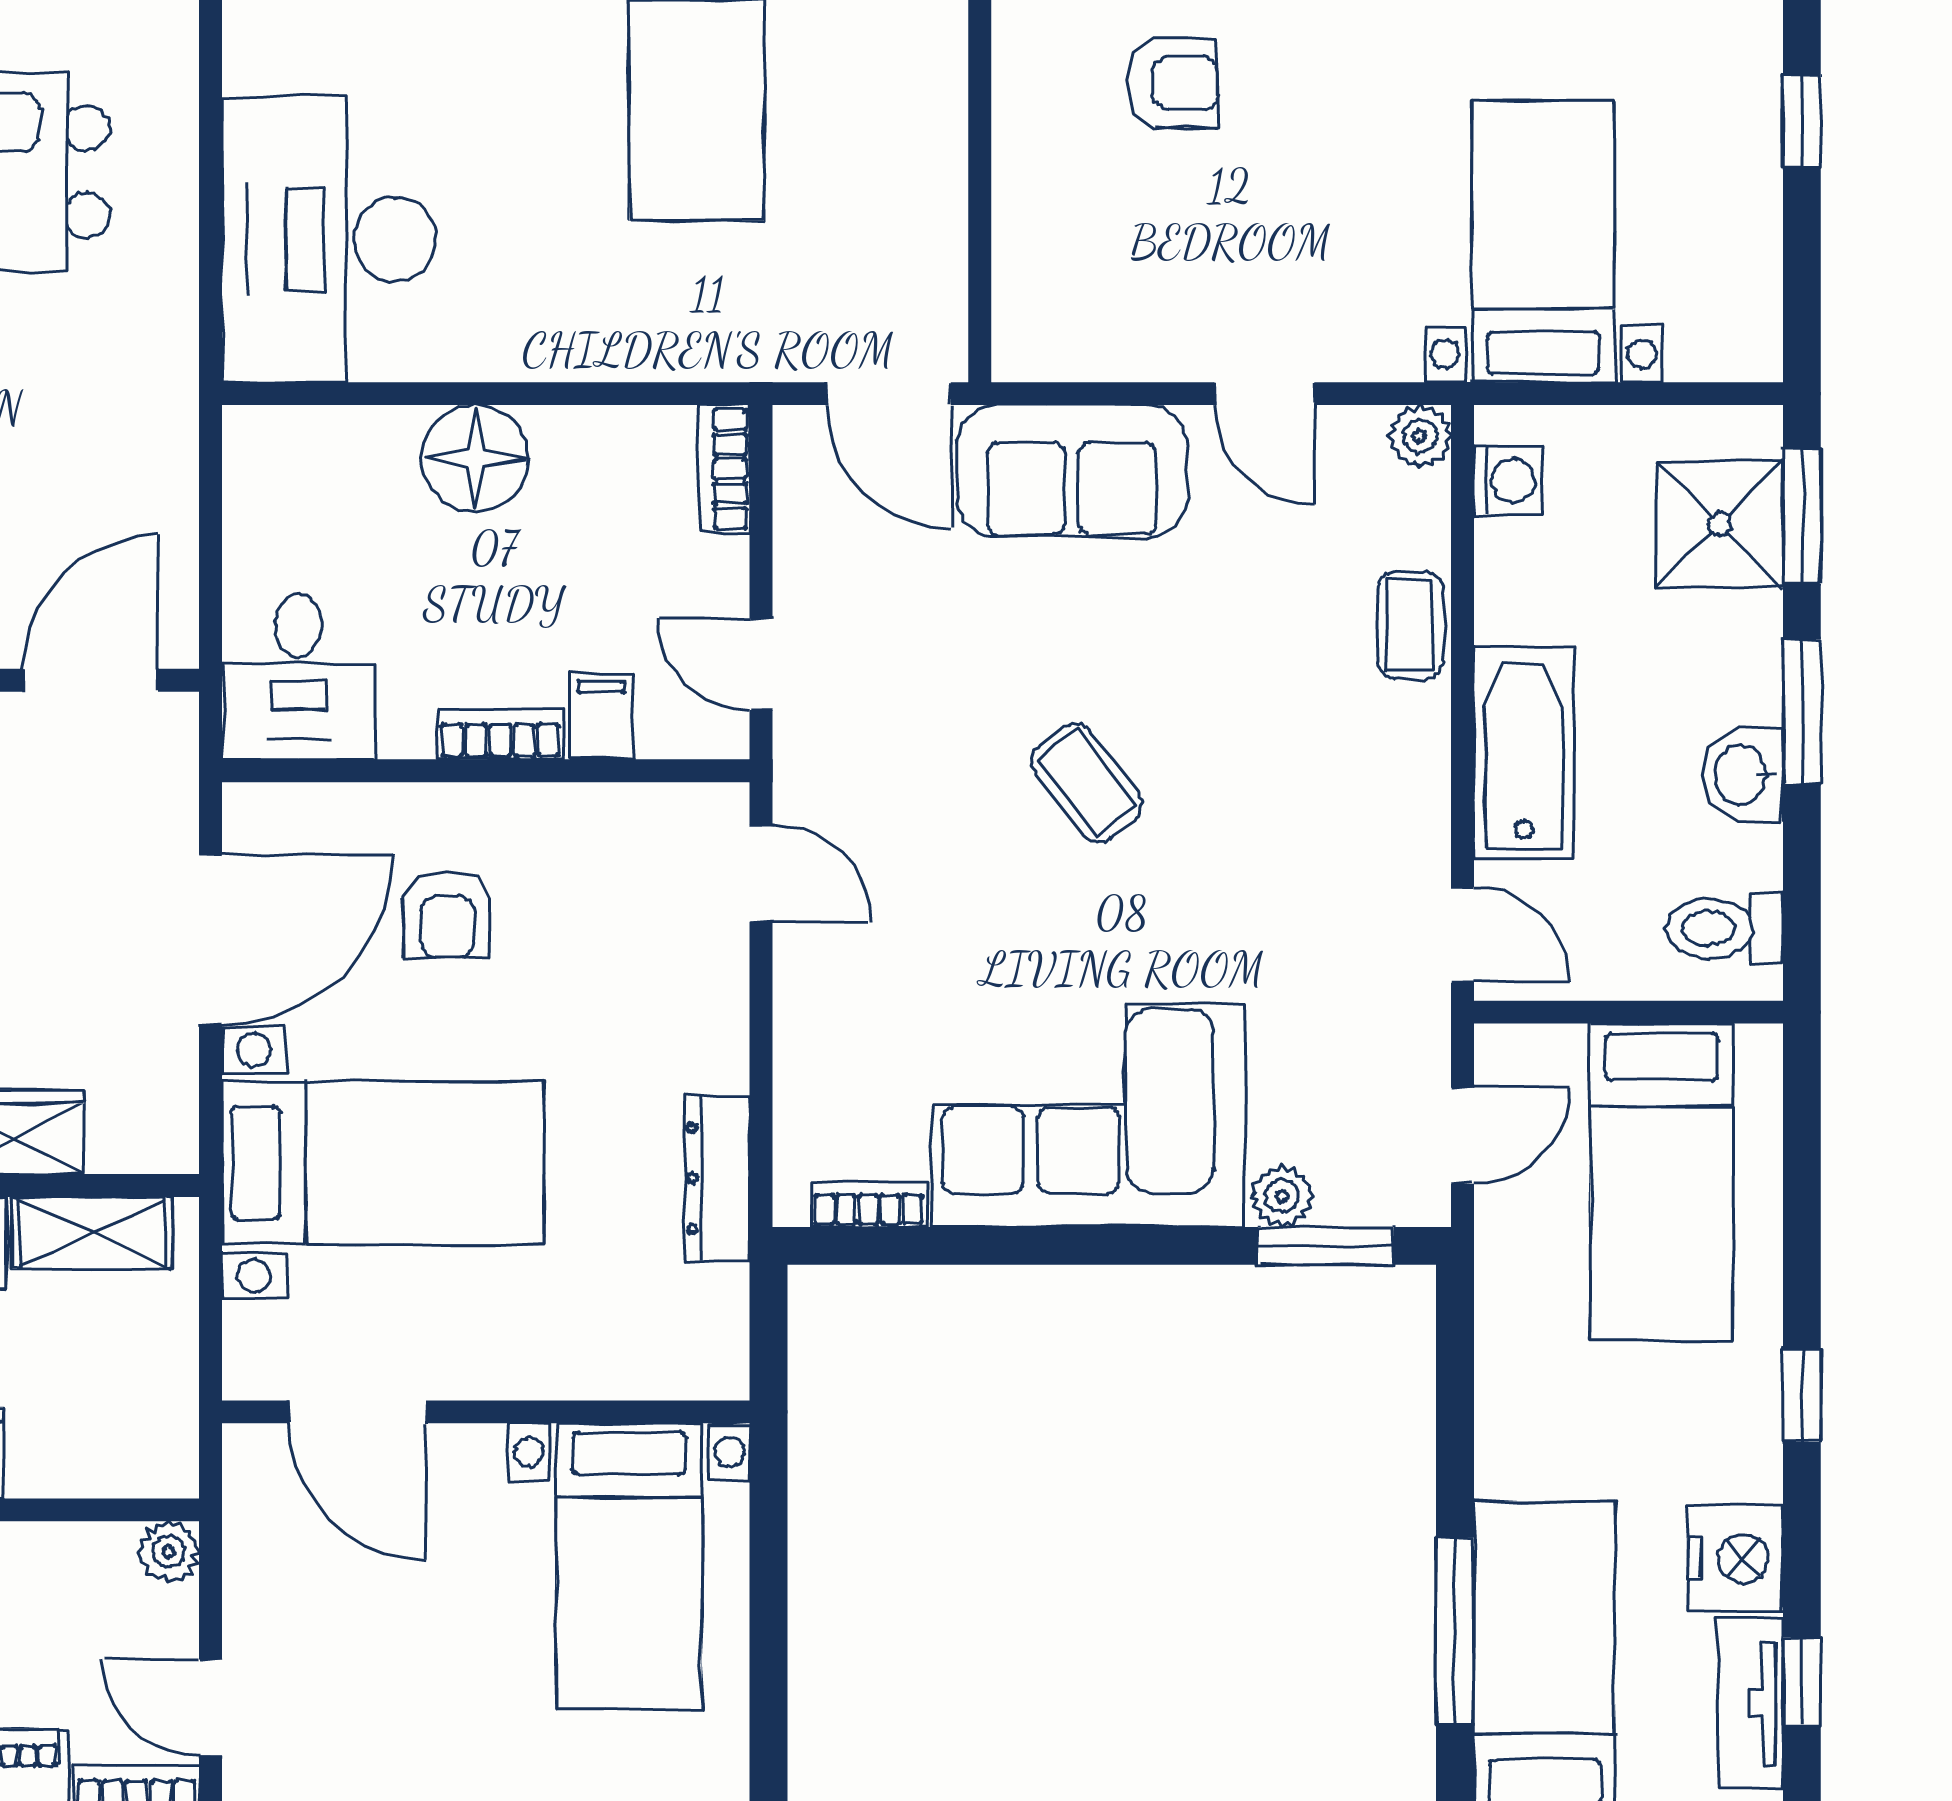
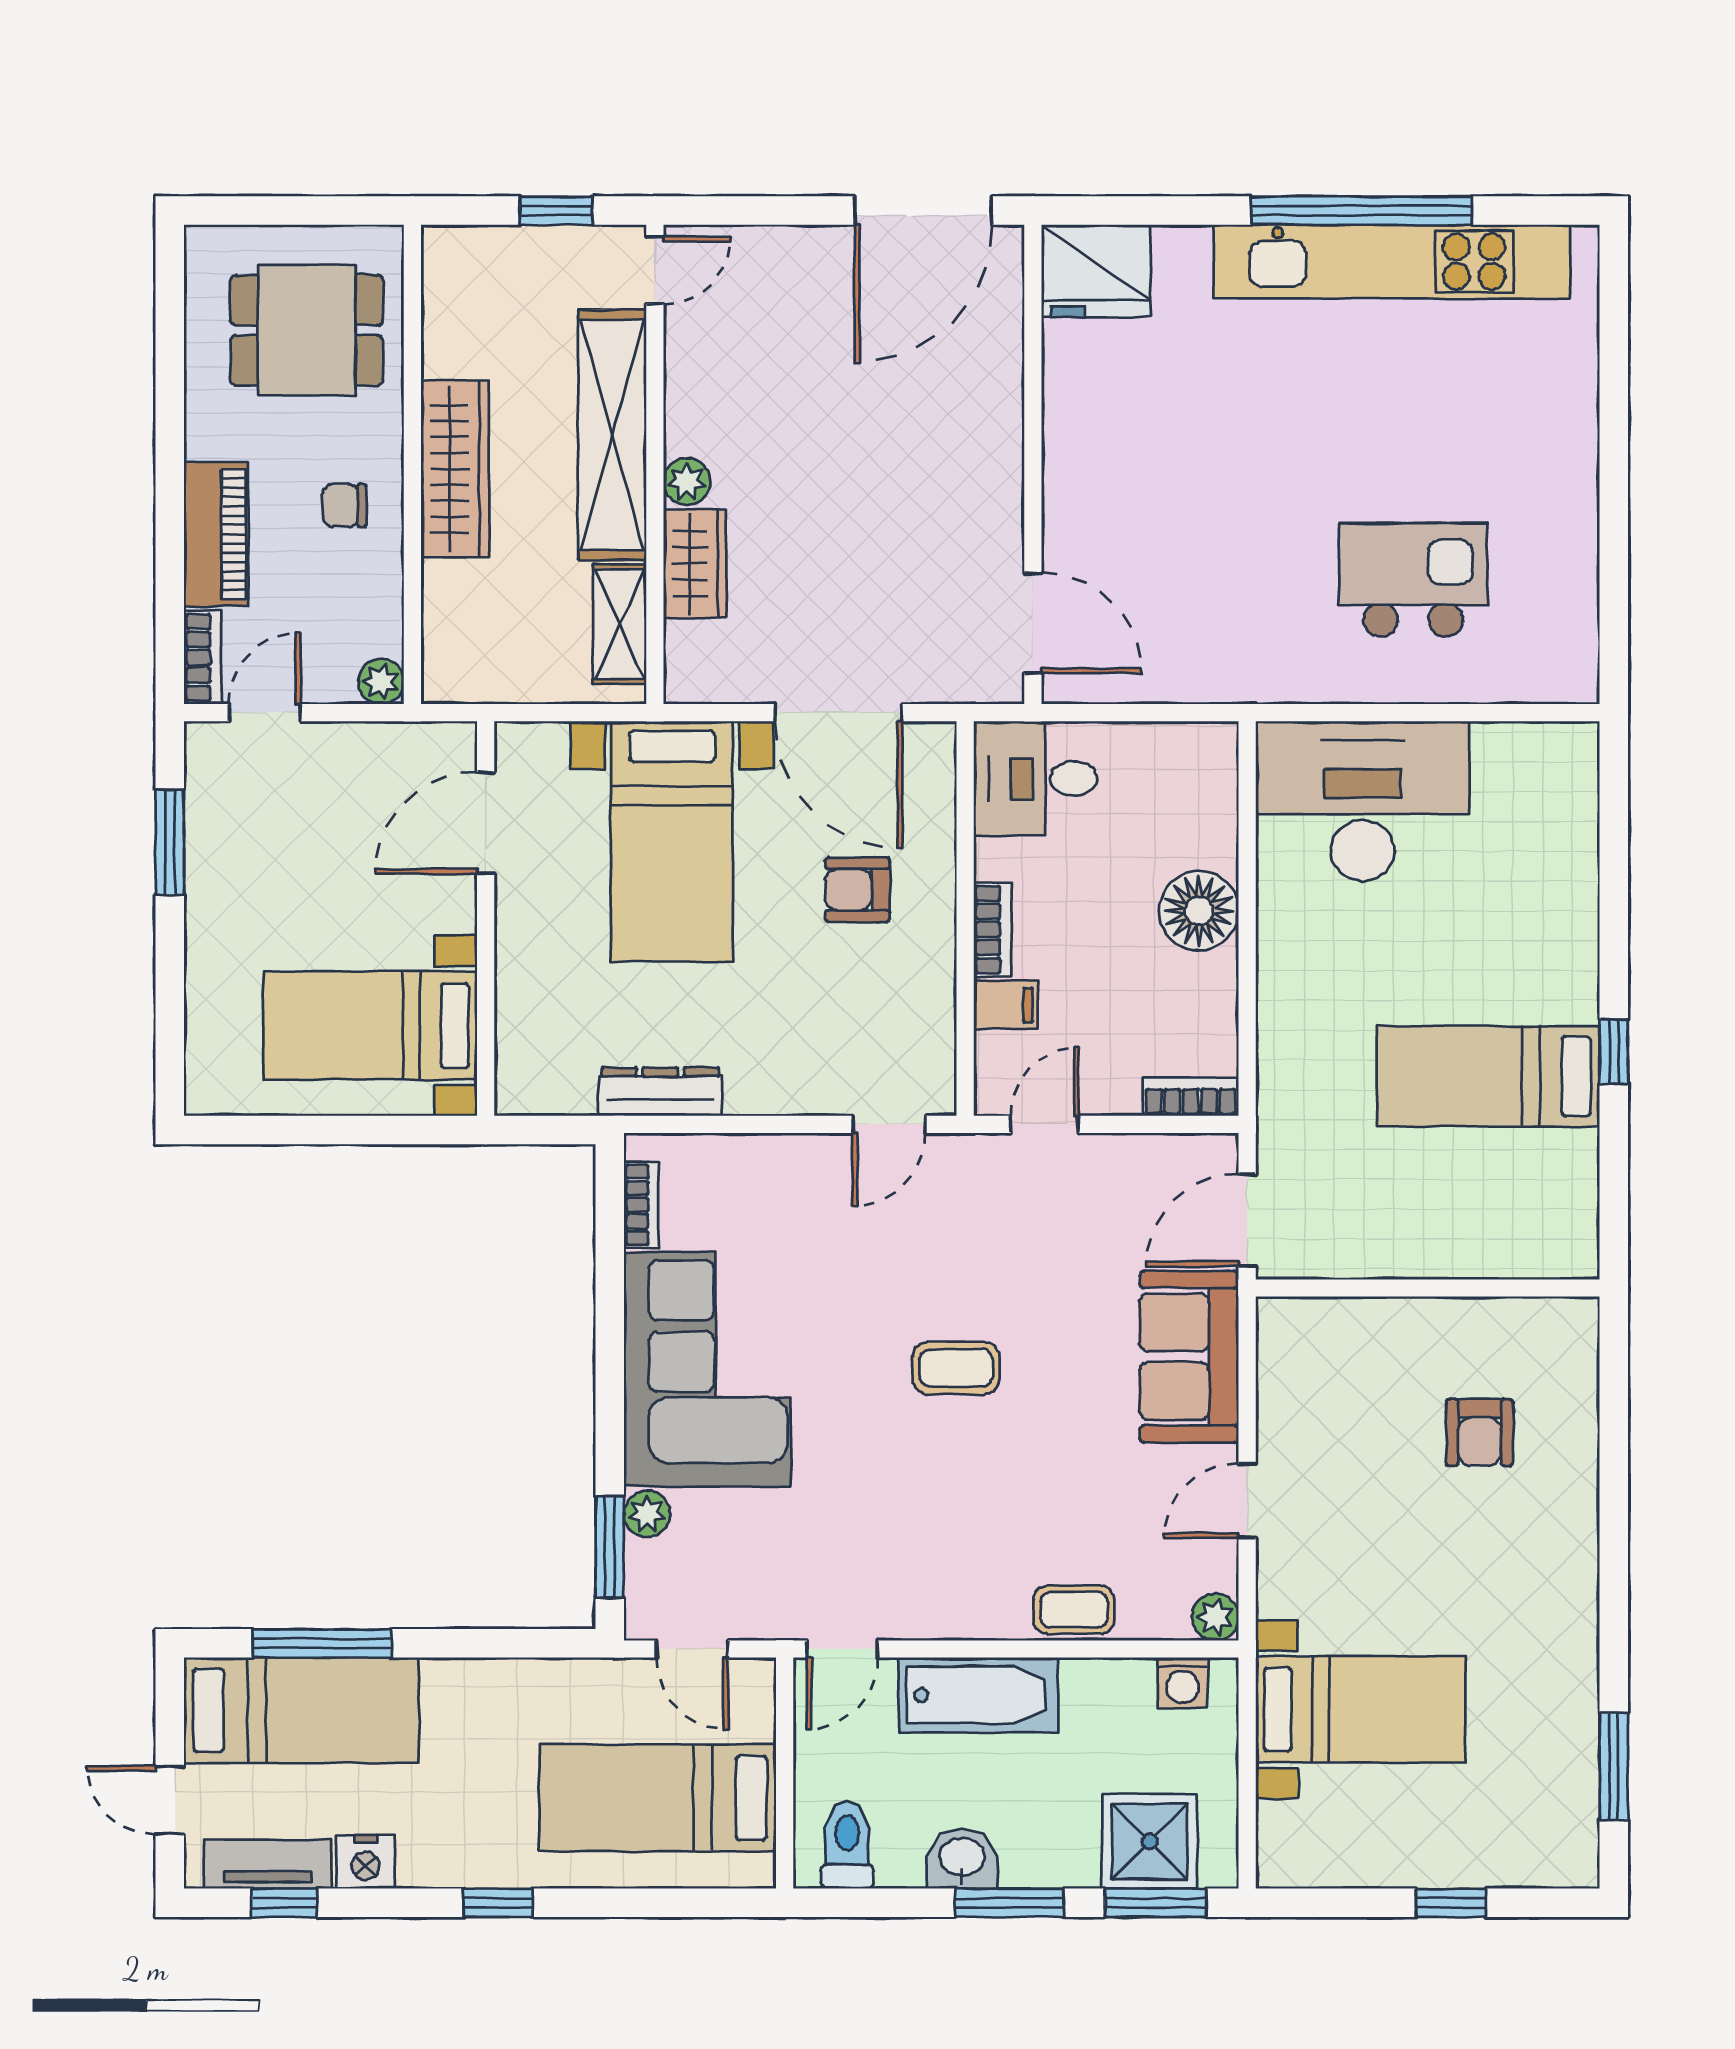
coffee table: (1087, 783) -> (956, 1368), turned 38
nightstand: (1735, 1558) -> (366, 1862), width x0.74, depth x0.75

